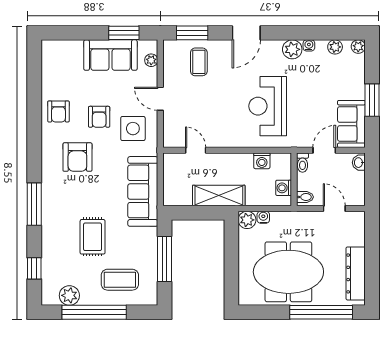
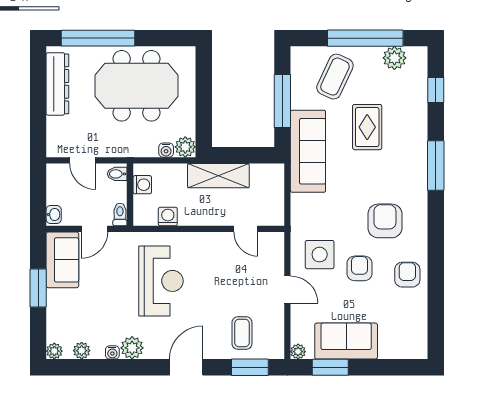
plant: (151, 60) -> (298, 352), moved
sofa: (143, 191) -> (308, 151), moved
coffee table: (120, 280) -> (335, 77), turned -65

